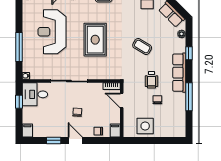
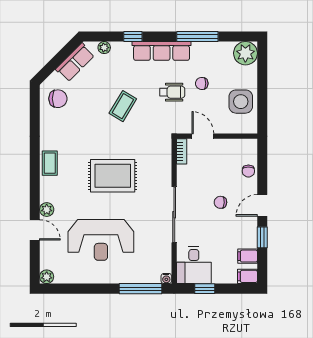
window: (19, 47) -> (140, 289), moved
door: (122, 100) -> (203, 136), swing flipped
plant: (178, 129) -> (245, 53), added
filing cabinet: (115, 131) -> (248, 256), moved

